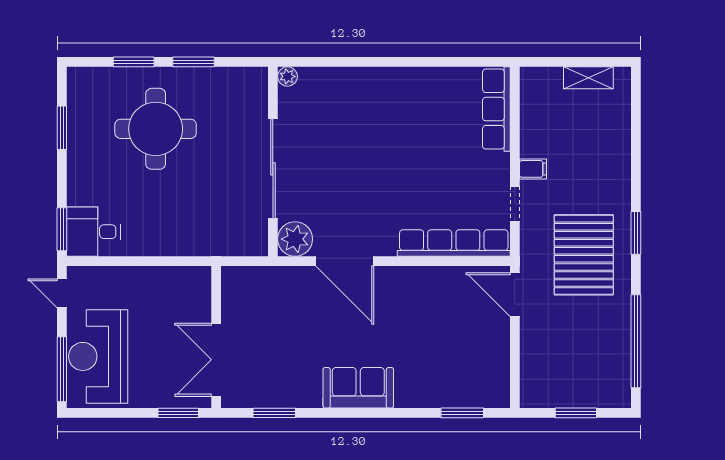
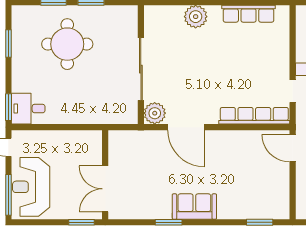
plant: (287, 76) -> (196, 17), moved, width x1.88, depth x1.88
row of seats: (496, 109) -> (249, 14), moved, turned -90
window: (274, 413) -> (169, 222), moved

